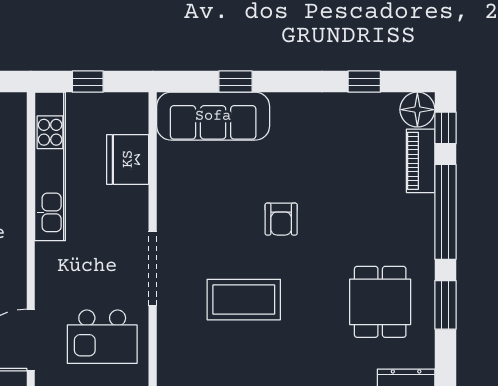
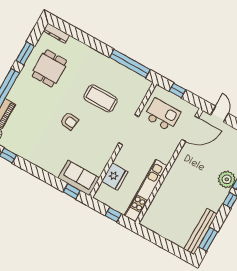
window: (235, 82) -> (72, 191), moved
sofa: (213, 116) -> (79, 178), width x0.73
armchair: (281, 219) -> (69, 121), turned 97

